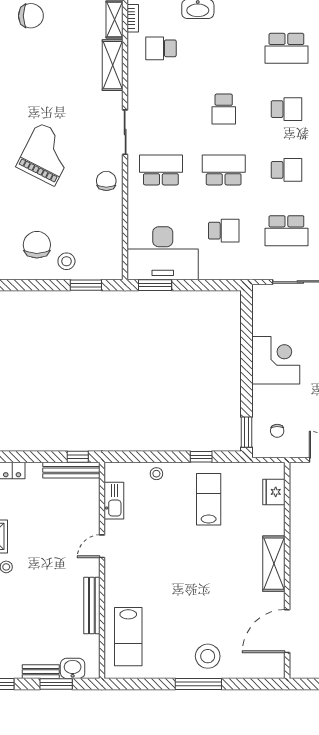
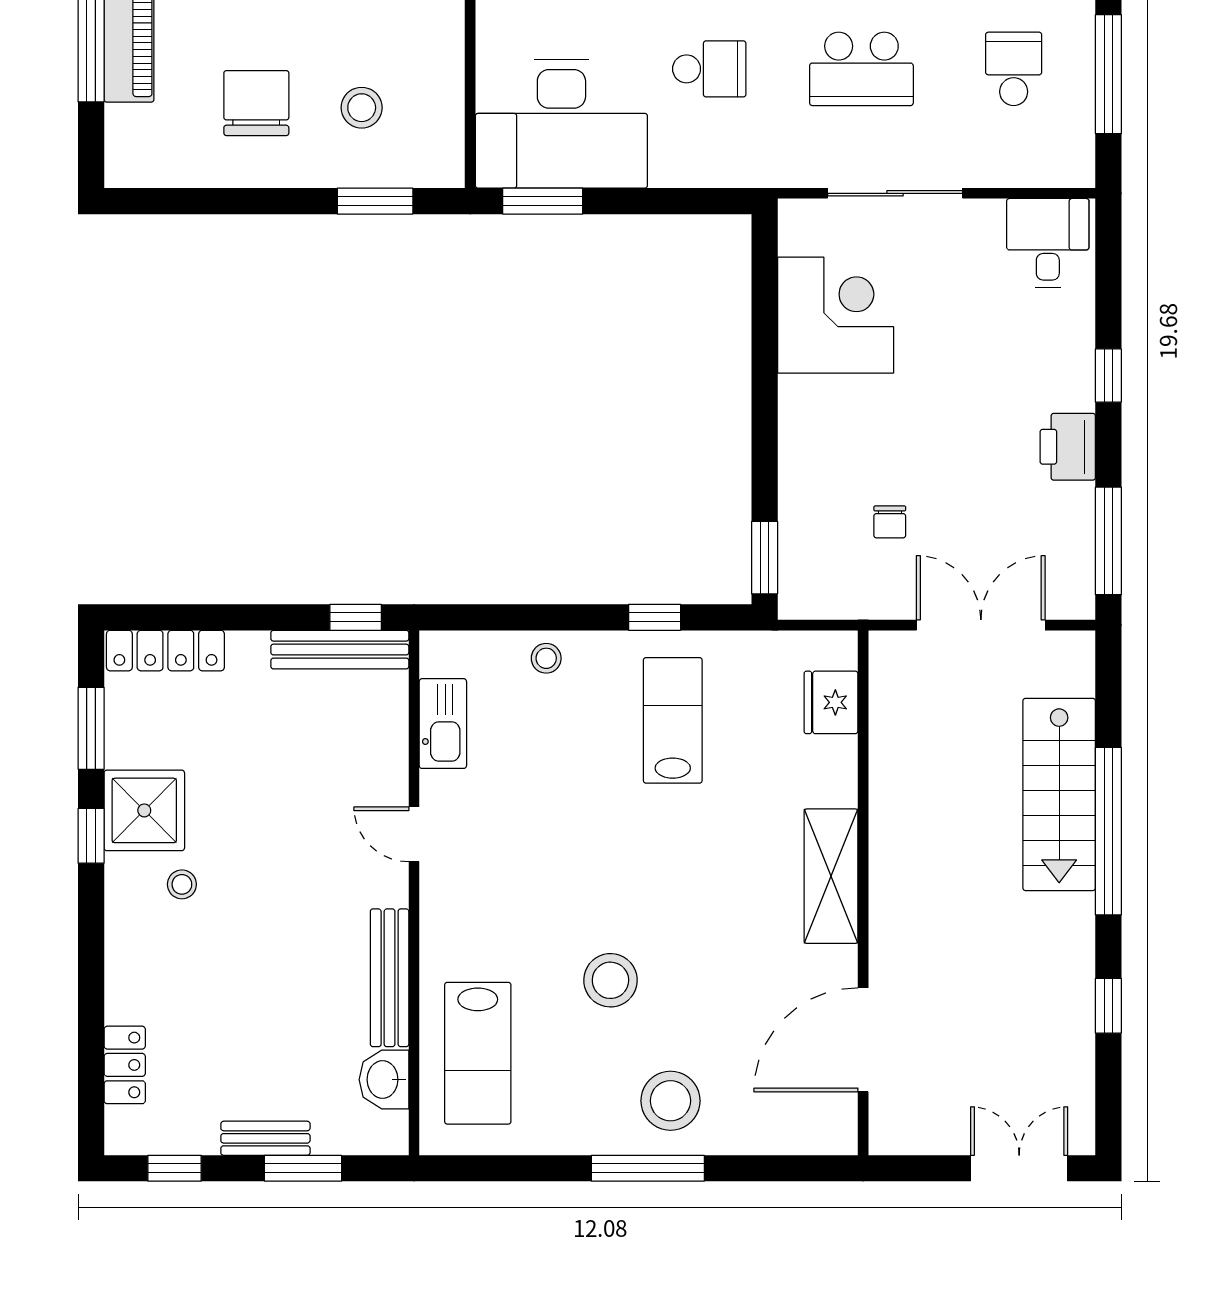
stool: (66, 261) -> (362, 108), moved
corner desk: (276, 360) -> (836, 315), moved
chair: (277, 431) -> (890, 522), moved
door: (102, 546) -> (414, 834), hinge flipped
stool: (183, 606) -> (610, 980), added
washbasin: (73, 668) -> (384, 1080), moved, turned -90

